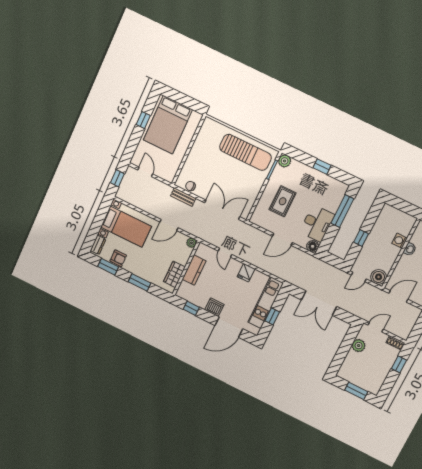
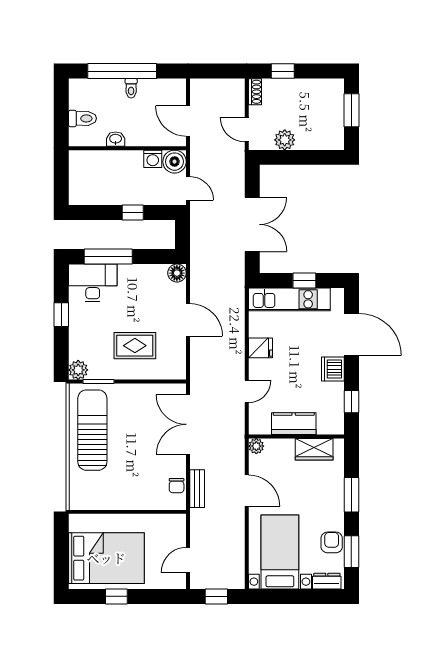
desk: (317, 223) -> (93, 283), moved
washing machine: (400, 241) -> (153, 159), moved

